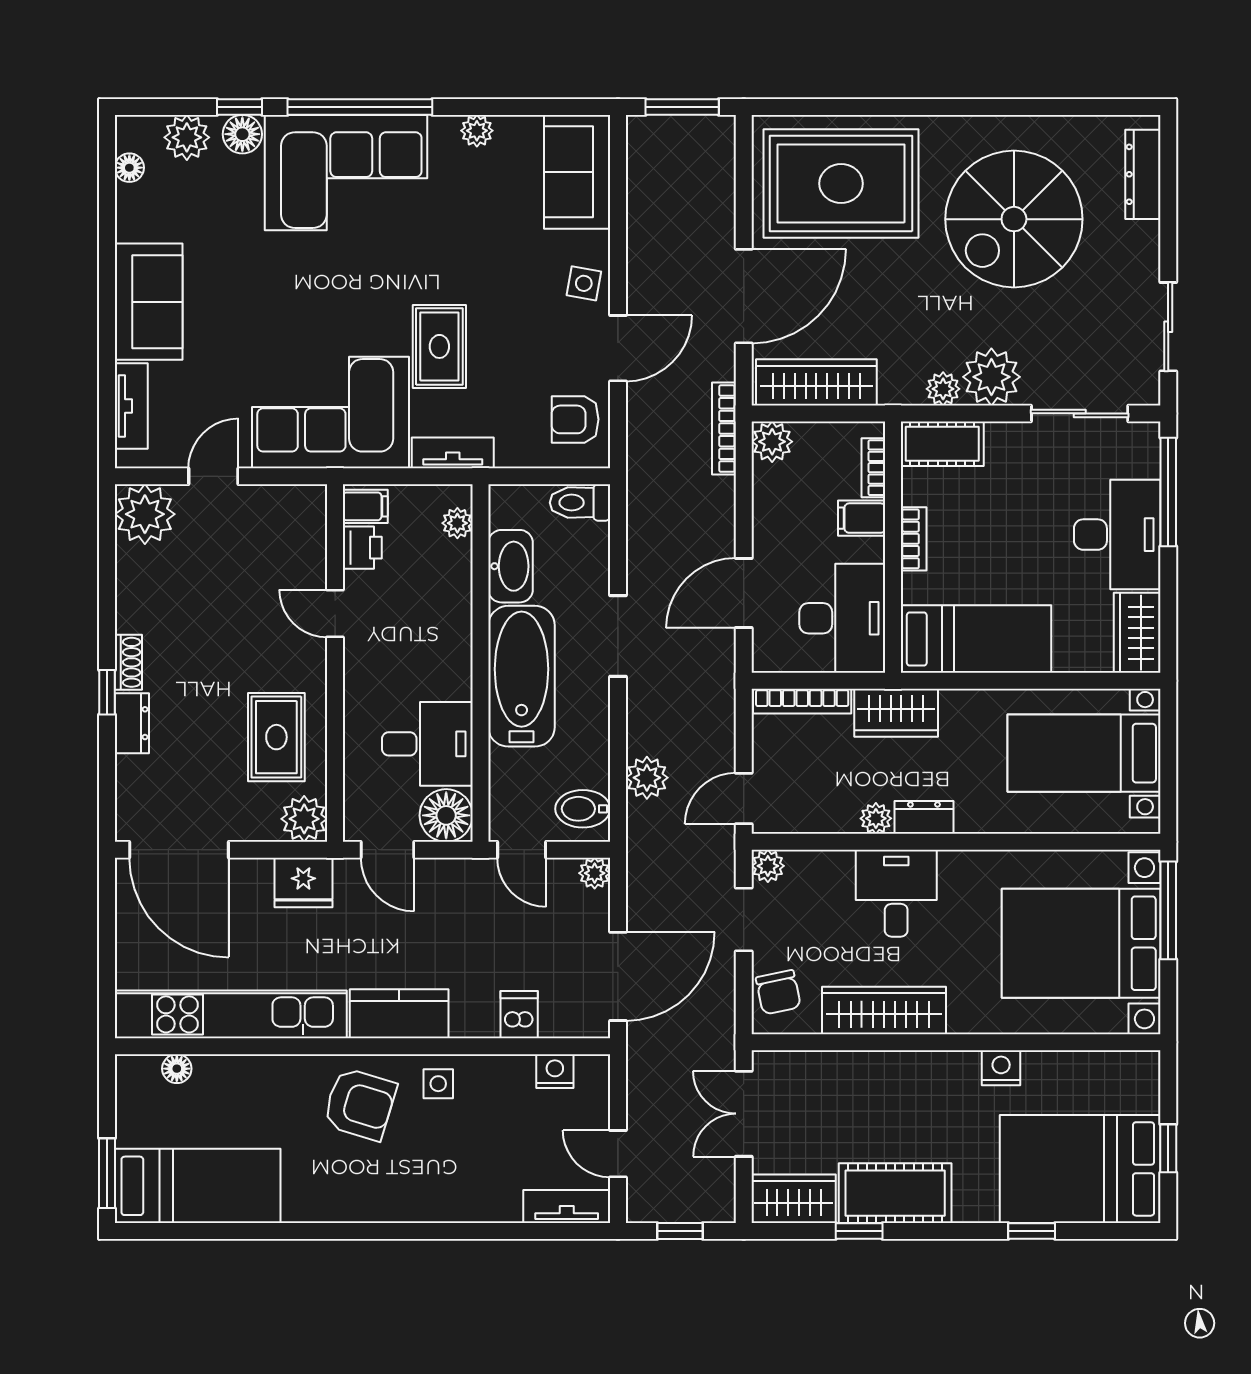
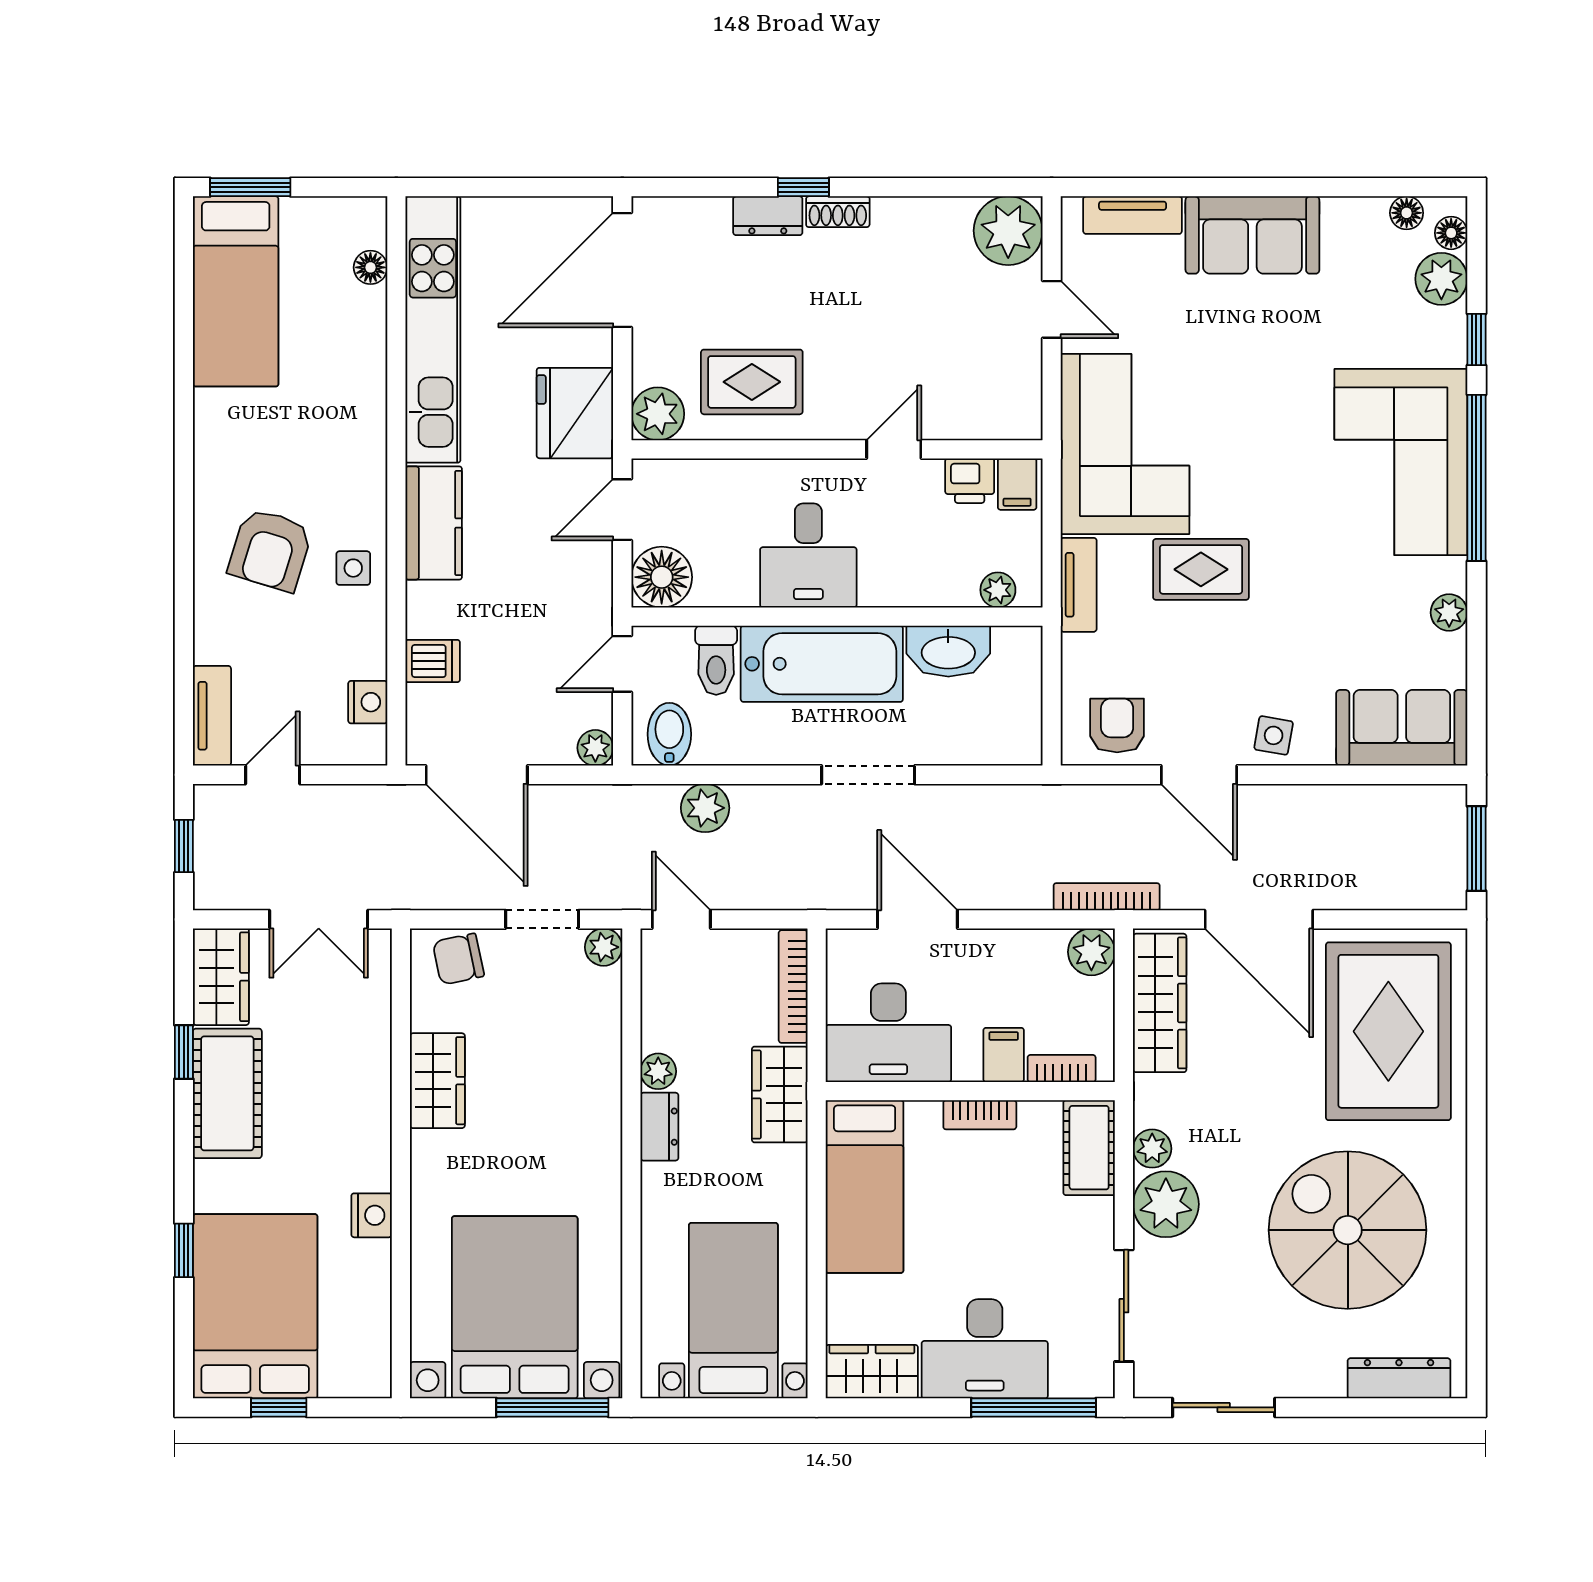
floor lamp: (242, 134) -> (1451, 233), moved, width x0.73, depth x0.73
toilet: (580, 503) -> (716, 660), moved, turned 180
desk: (427, 744) -> (808, 555), moved
fridge: (303, 882) -> (575, 413), width x1.36, depth x1.34
desk: (896, 893) -> (572, 1095), removed
wardrobe: (884, 1011) -> (437, 1081), width x0.67
armchair: (360, 1104) -> (270, 550), moved
double door: (744, 1114) -> (319, 919), swing flipped

